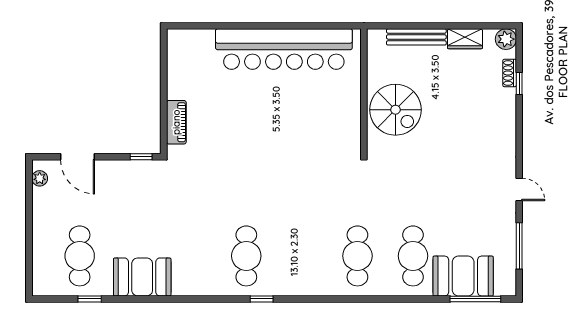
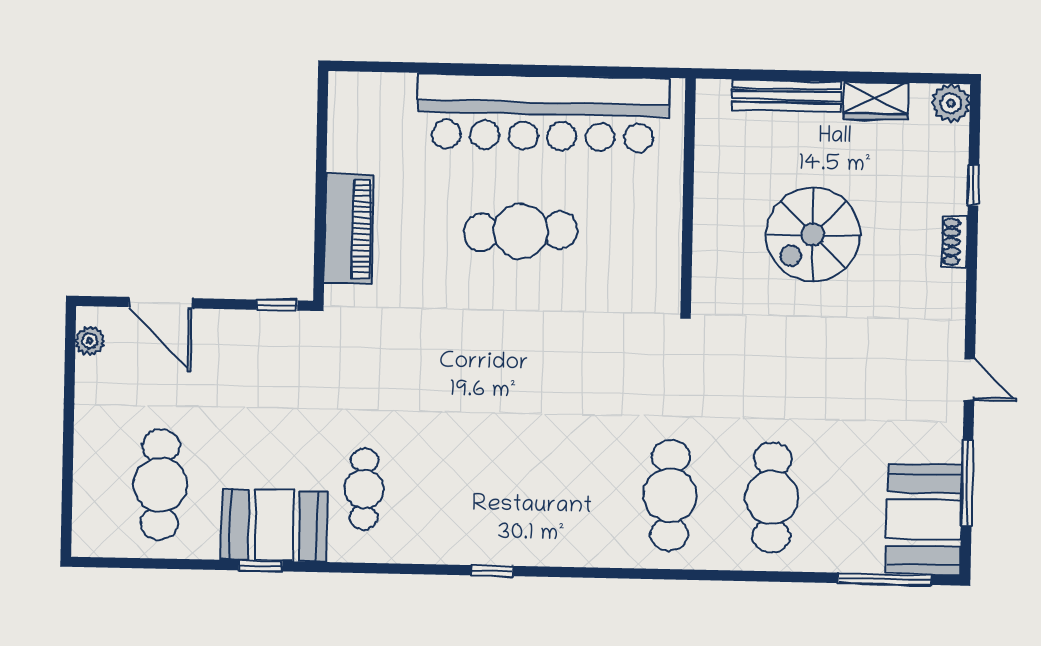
shoe rack: (510, 73) -> (955, 242), moved
spiral stairs: (395, 110) -> (813, 235), moved, turned 90
cafe table: (273, 114) -> (521, 231), added
piano: (176, 122) -> (349, 228), width x1.37, depth x1.33
cafe table: (246, 256) -> (364, 489), moved, width x0.73, depth x0.74
booth: (463, 276) -> (924, 519), moved, turned 90
window: (90, 299) -> (260, 566), moved

